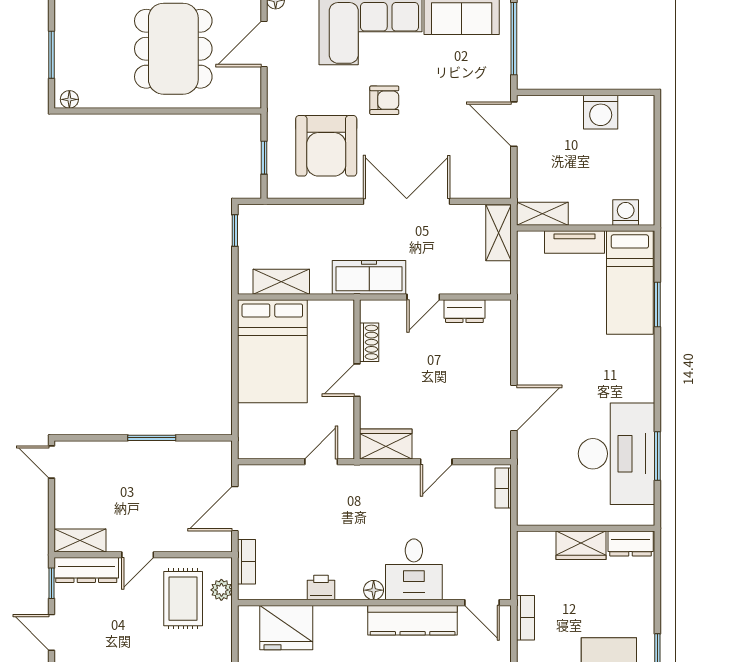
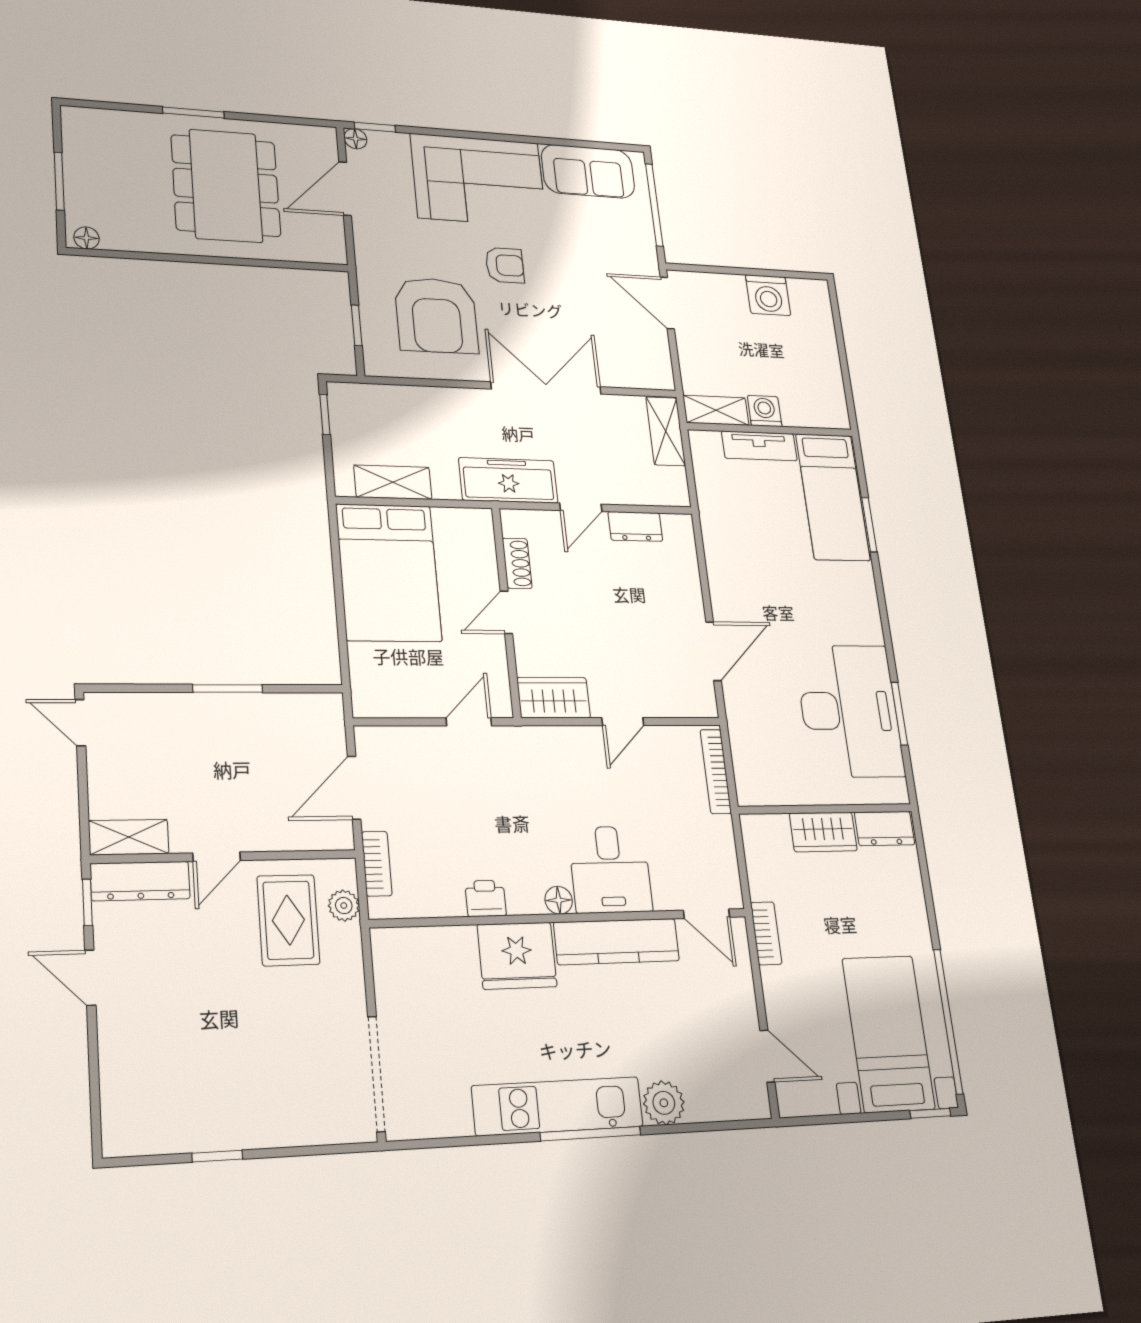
washing machine: (626, 212) -> (765, 411), moved
bookcase: (503, 488) -> (716, 771), width x1.56
fridge: (286, 628) -> (517, 956), moved

